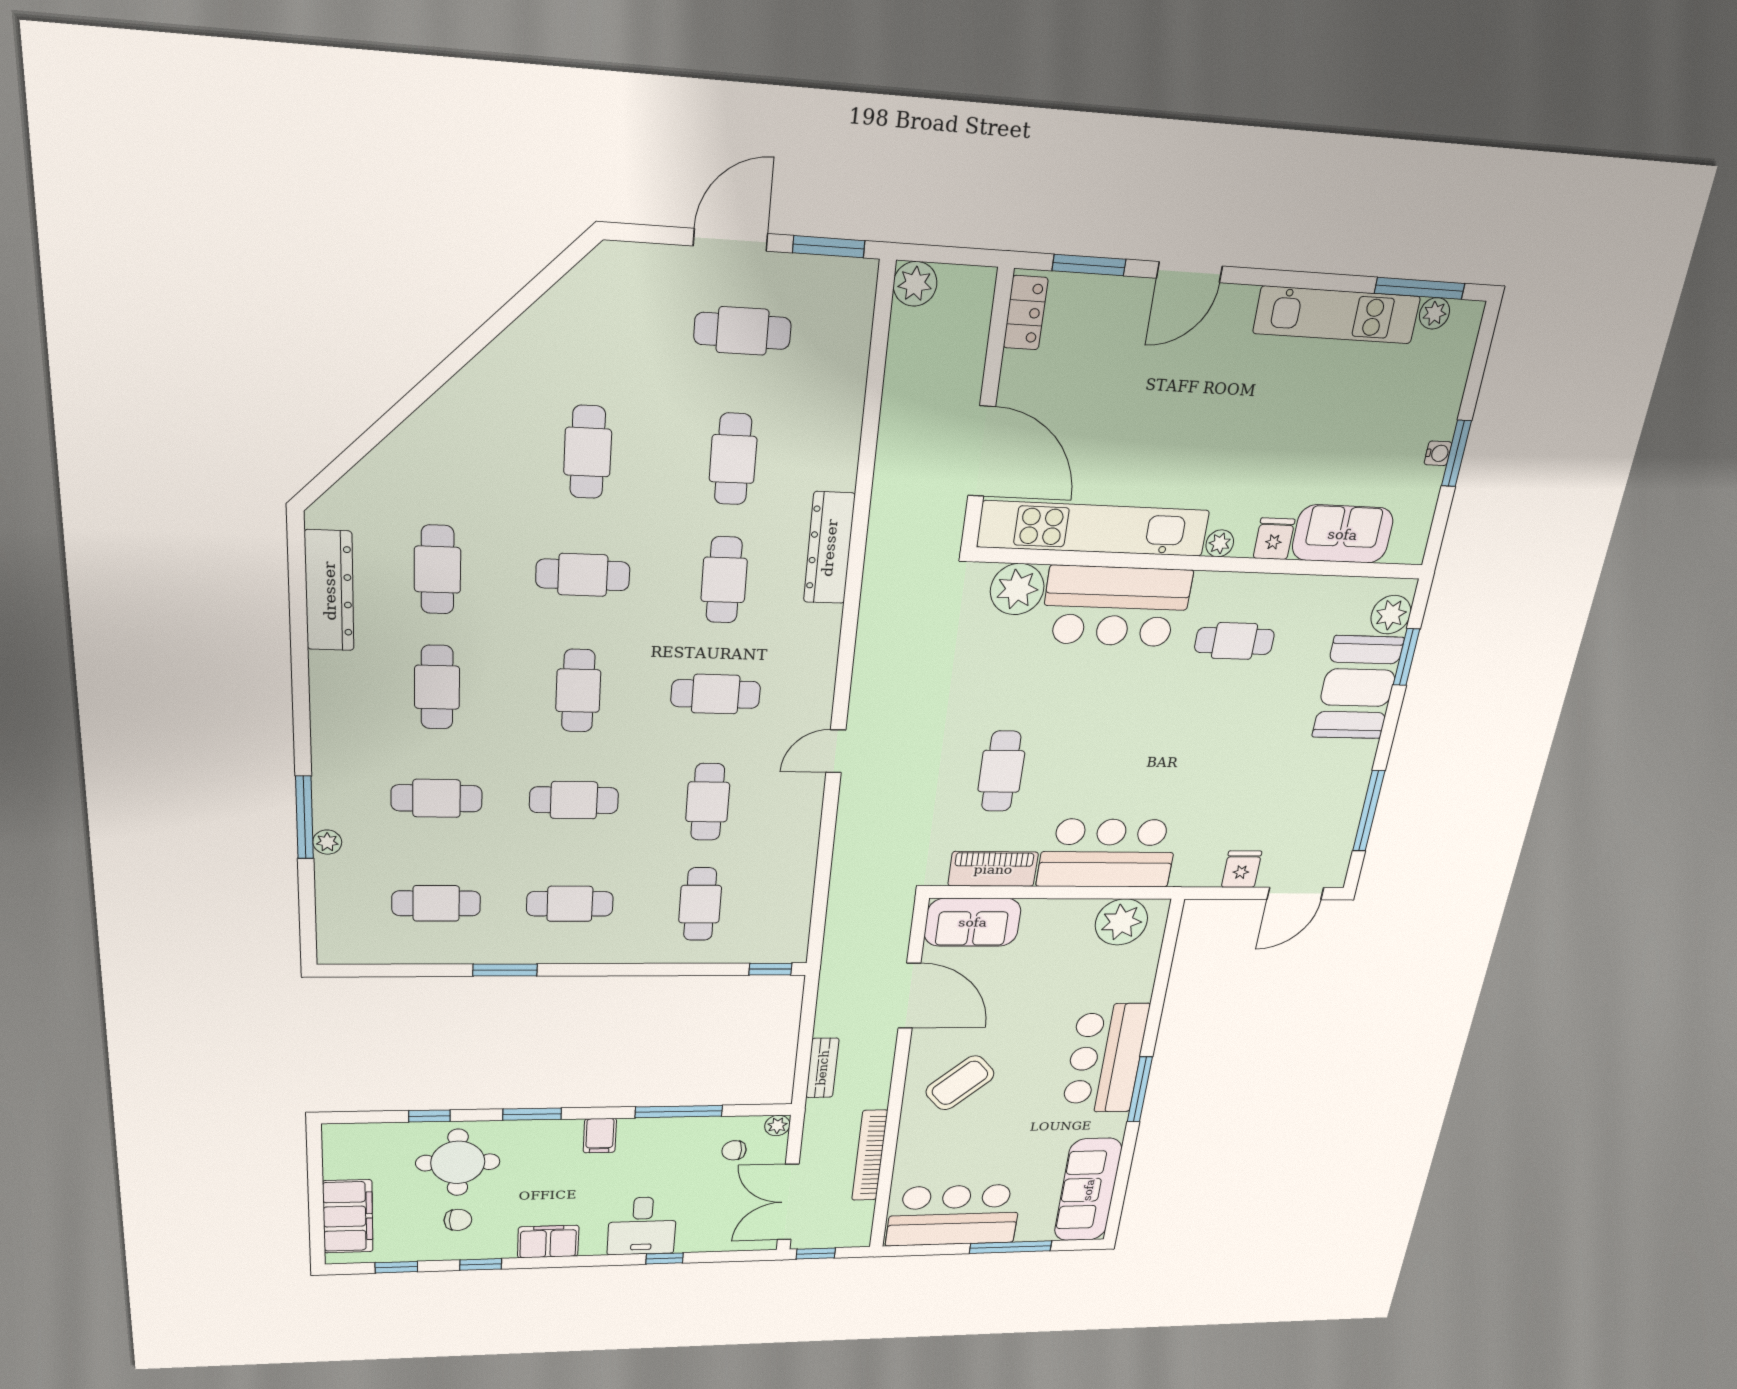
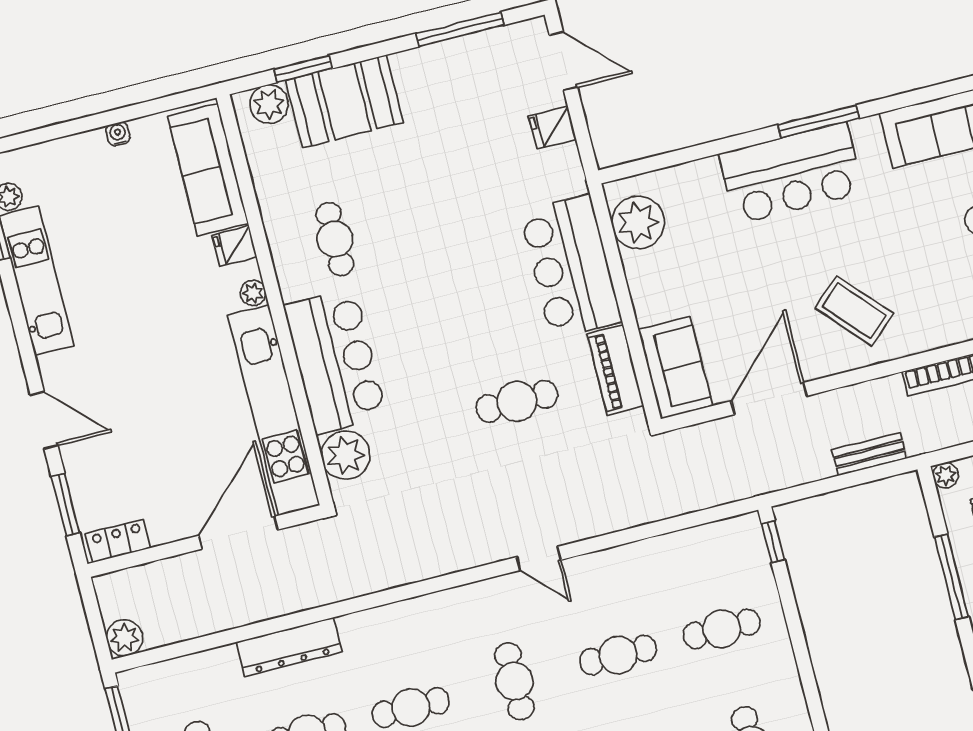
window: (1456, 453) -> (113, 117), removed
sofa: (1343, 534) -> (208, 170), width x1.36
dresser: (829, 548) -> (289, 647), moved

